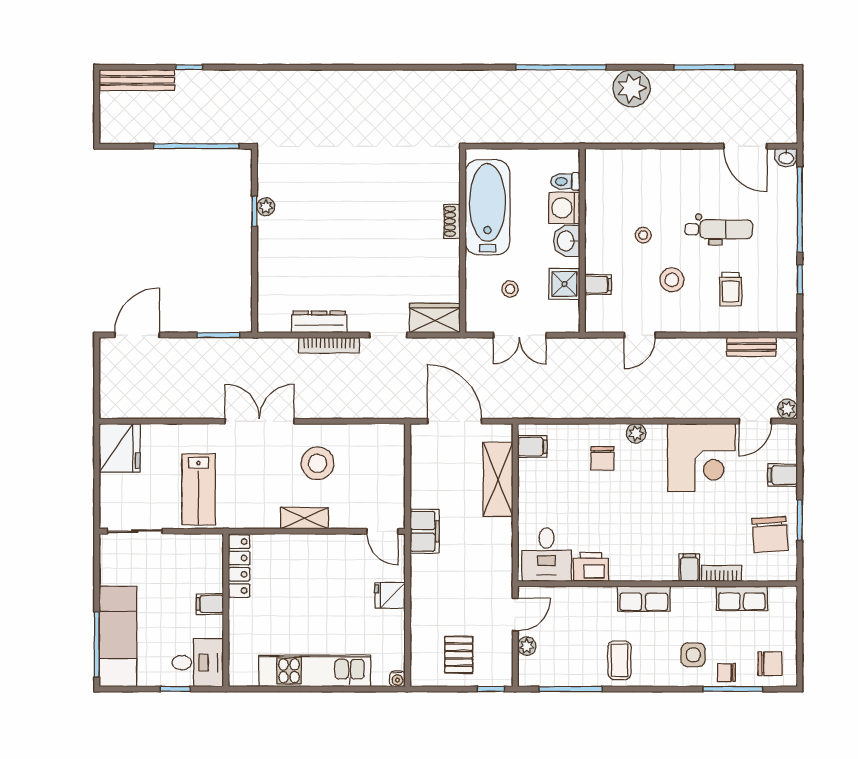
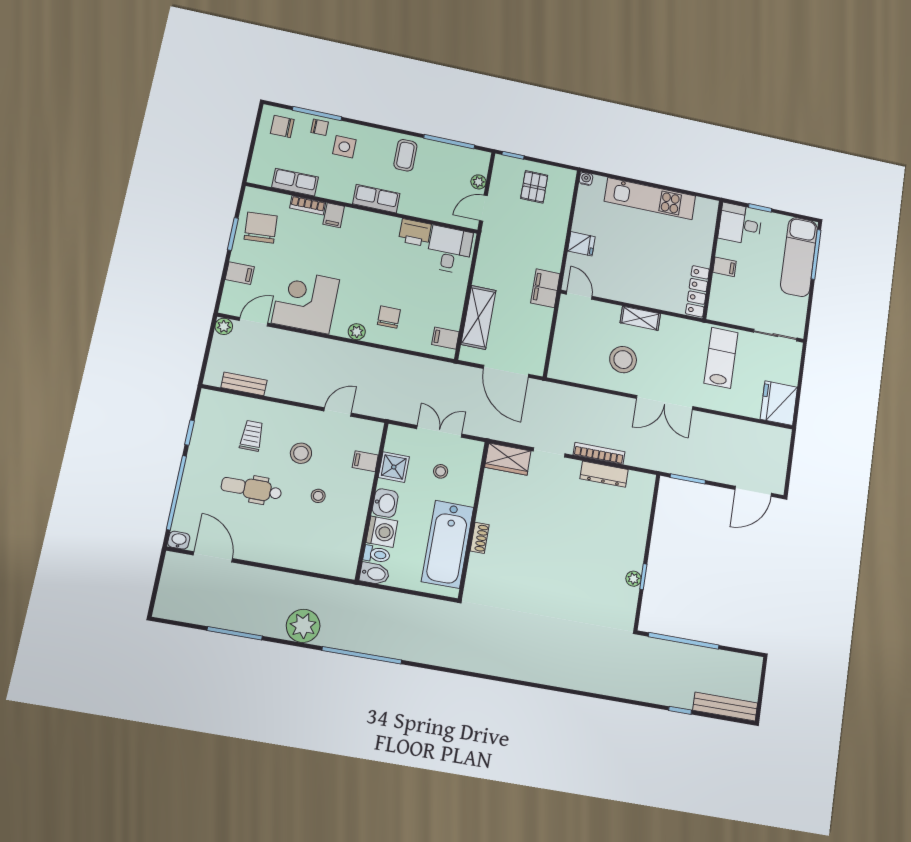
bidet: (564, 160) -> (374, 574), added

